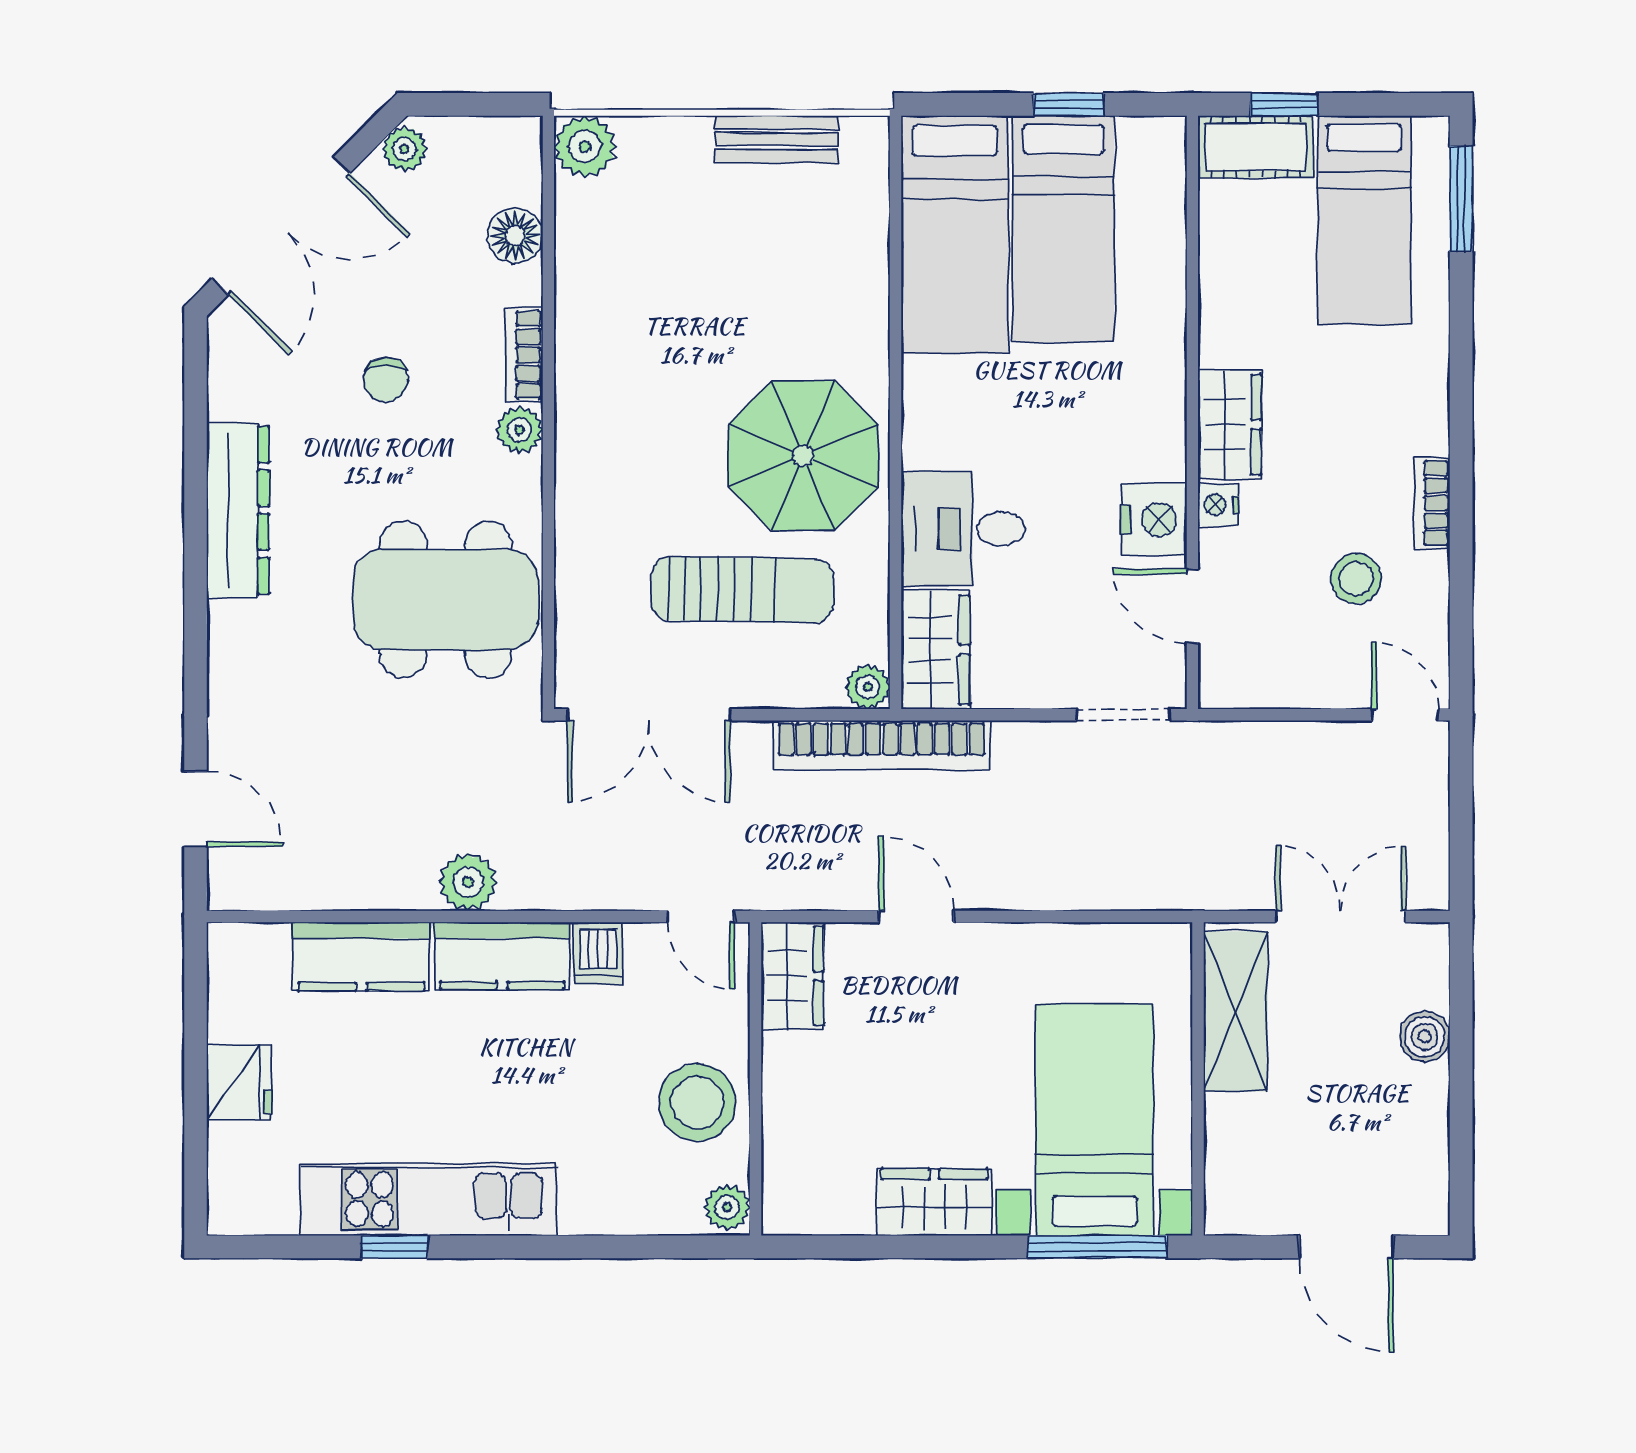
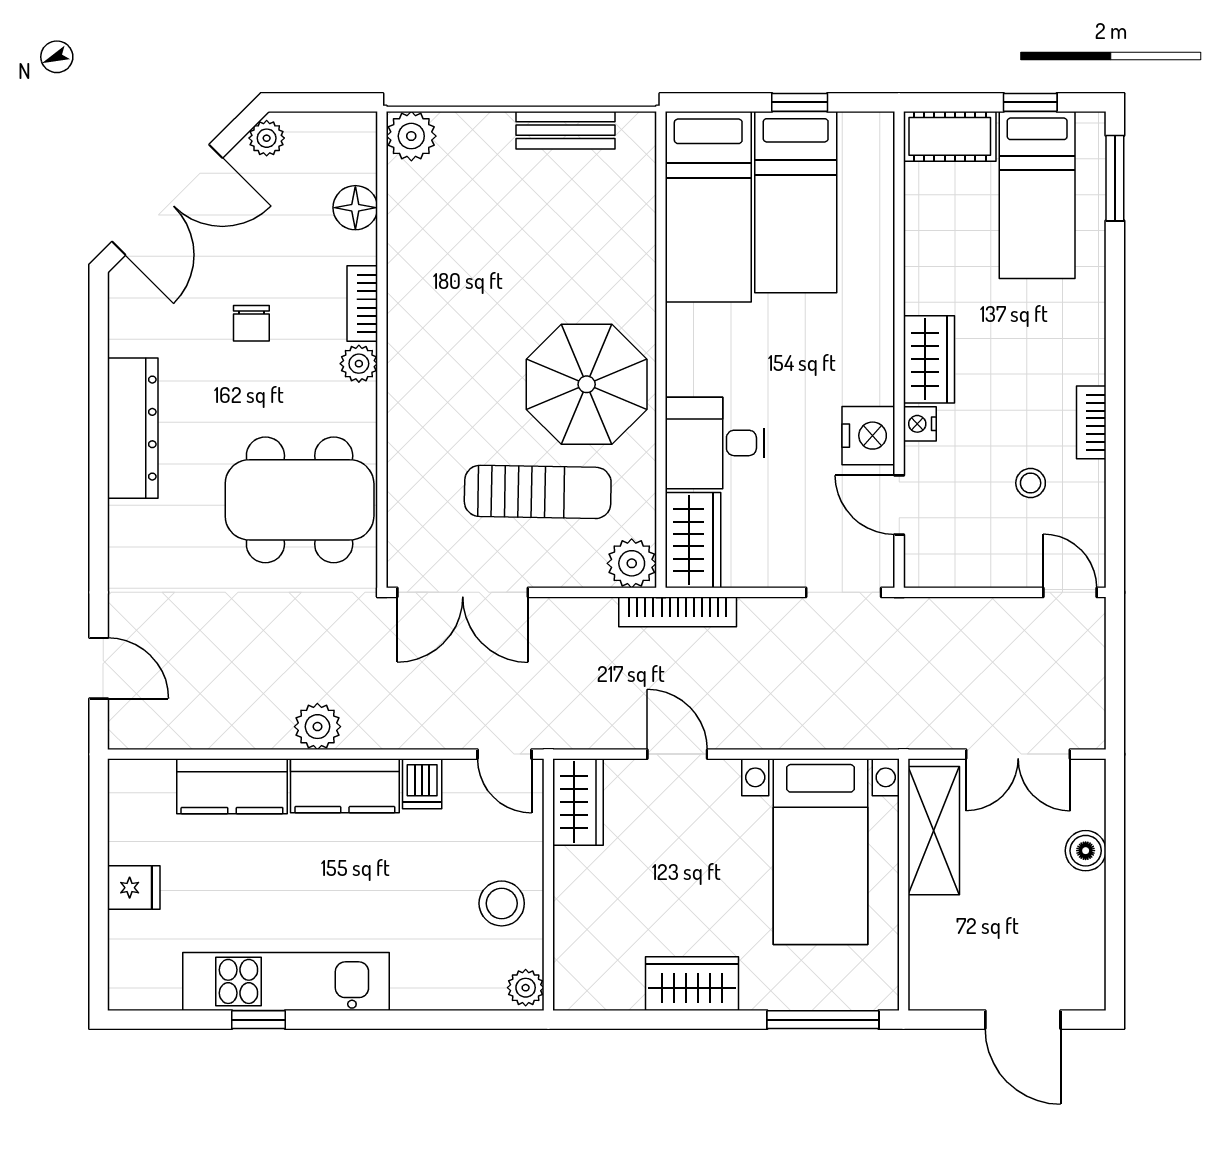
window: (1284, 104) -> (1030, 102), moved
stool: (1356, 579) -> (1031, 483), width x0.73, depth x0.73
plant: (868, 687) -> (632, 563), width x1.38, depth x1.38
bookcase: (881, 745) -> (678, 612), width x0.68, depth x0.76
double door: (1341, 916) -> (1018, 754), swing flipped
fridge: (239, 1082) -> (134, 888), width x0.72
stool: (697, 1102) -> (502, 903), width x0.73, depth x0.73
bed with nightstands: (1095, 1120) -> (820, 852), moved, turned 180

